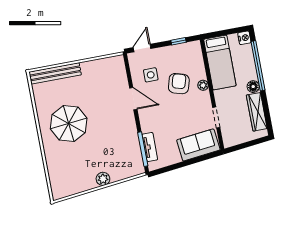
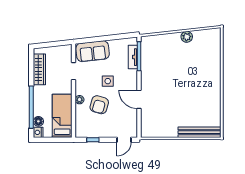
side table: (151, 75) -> (108, 81), moved
floor lamp: (253, 87) -> (38, 121), moved
parasol: (69, 124) -> (196, 89), removed
plant: (103, 179) -> (187, 37), moved

